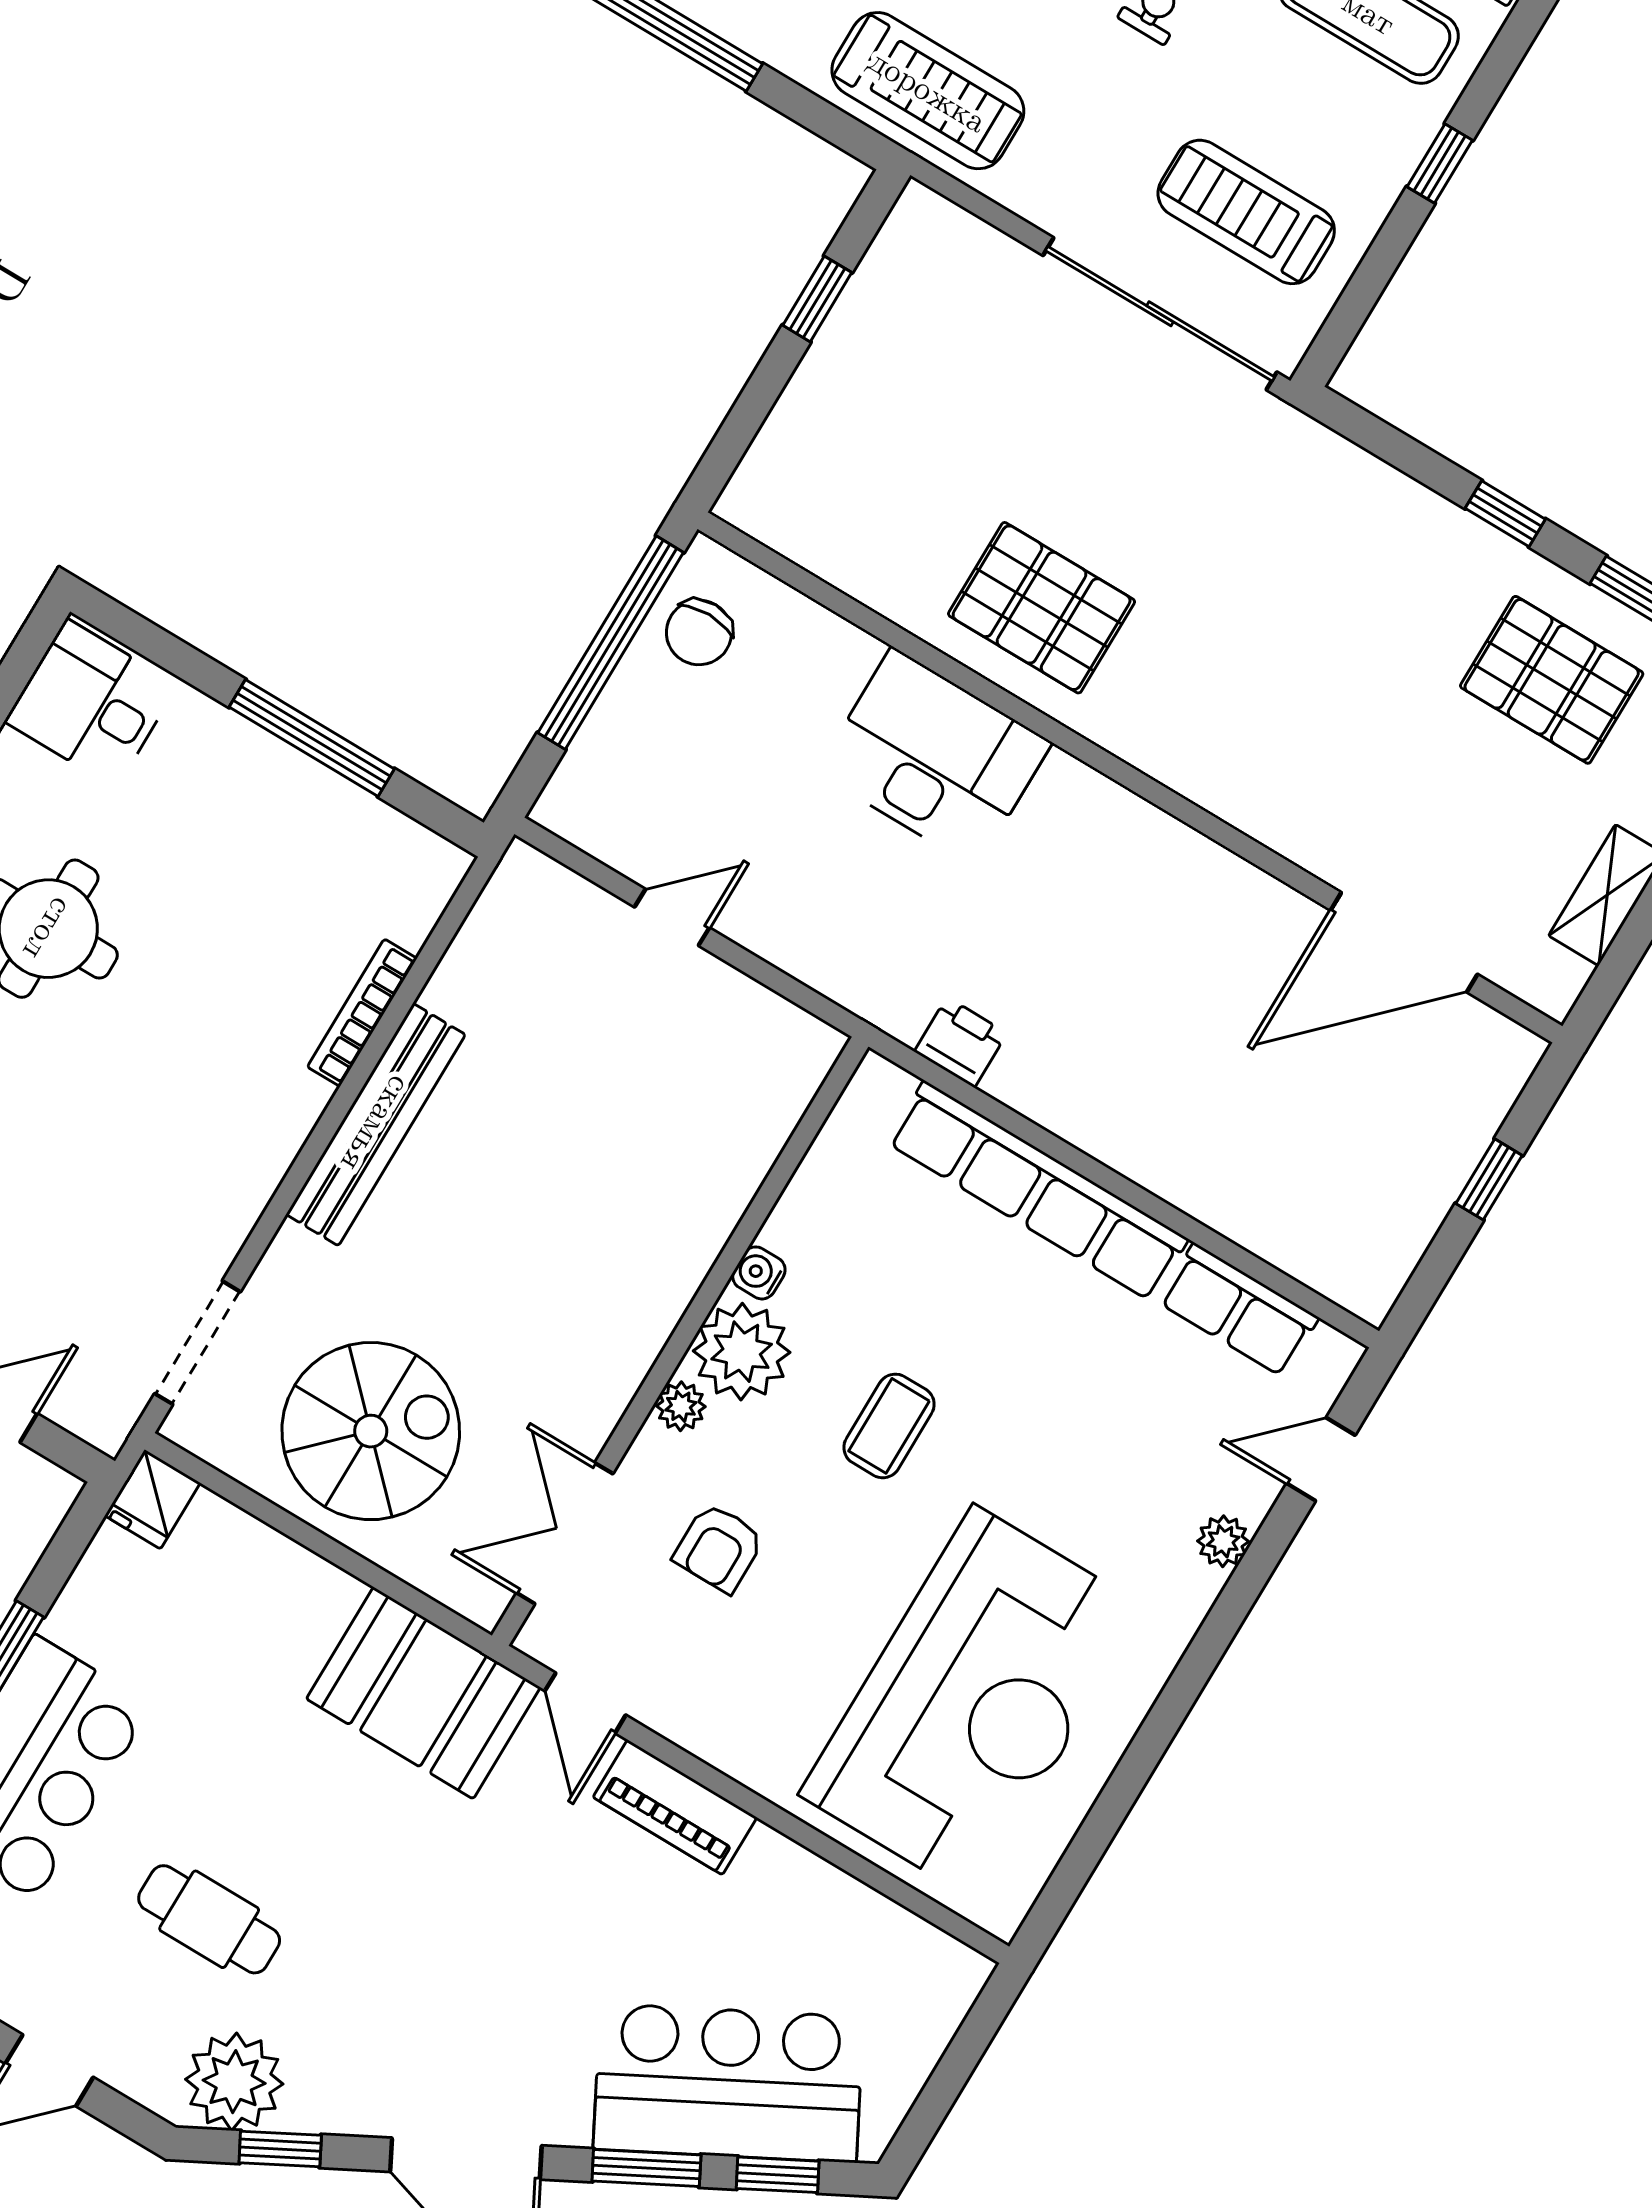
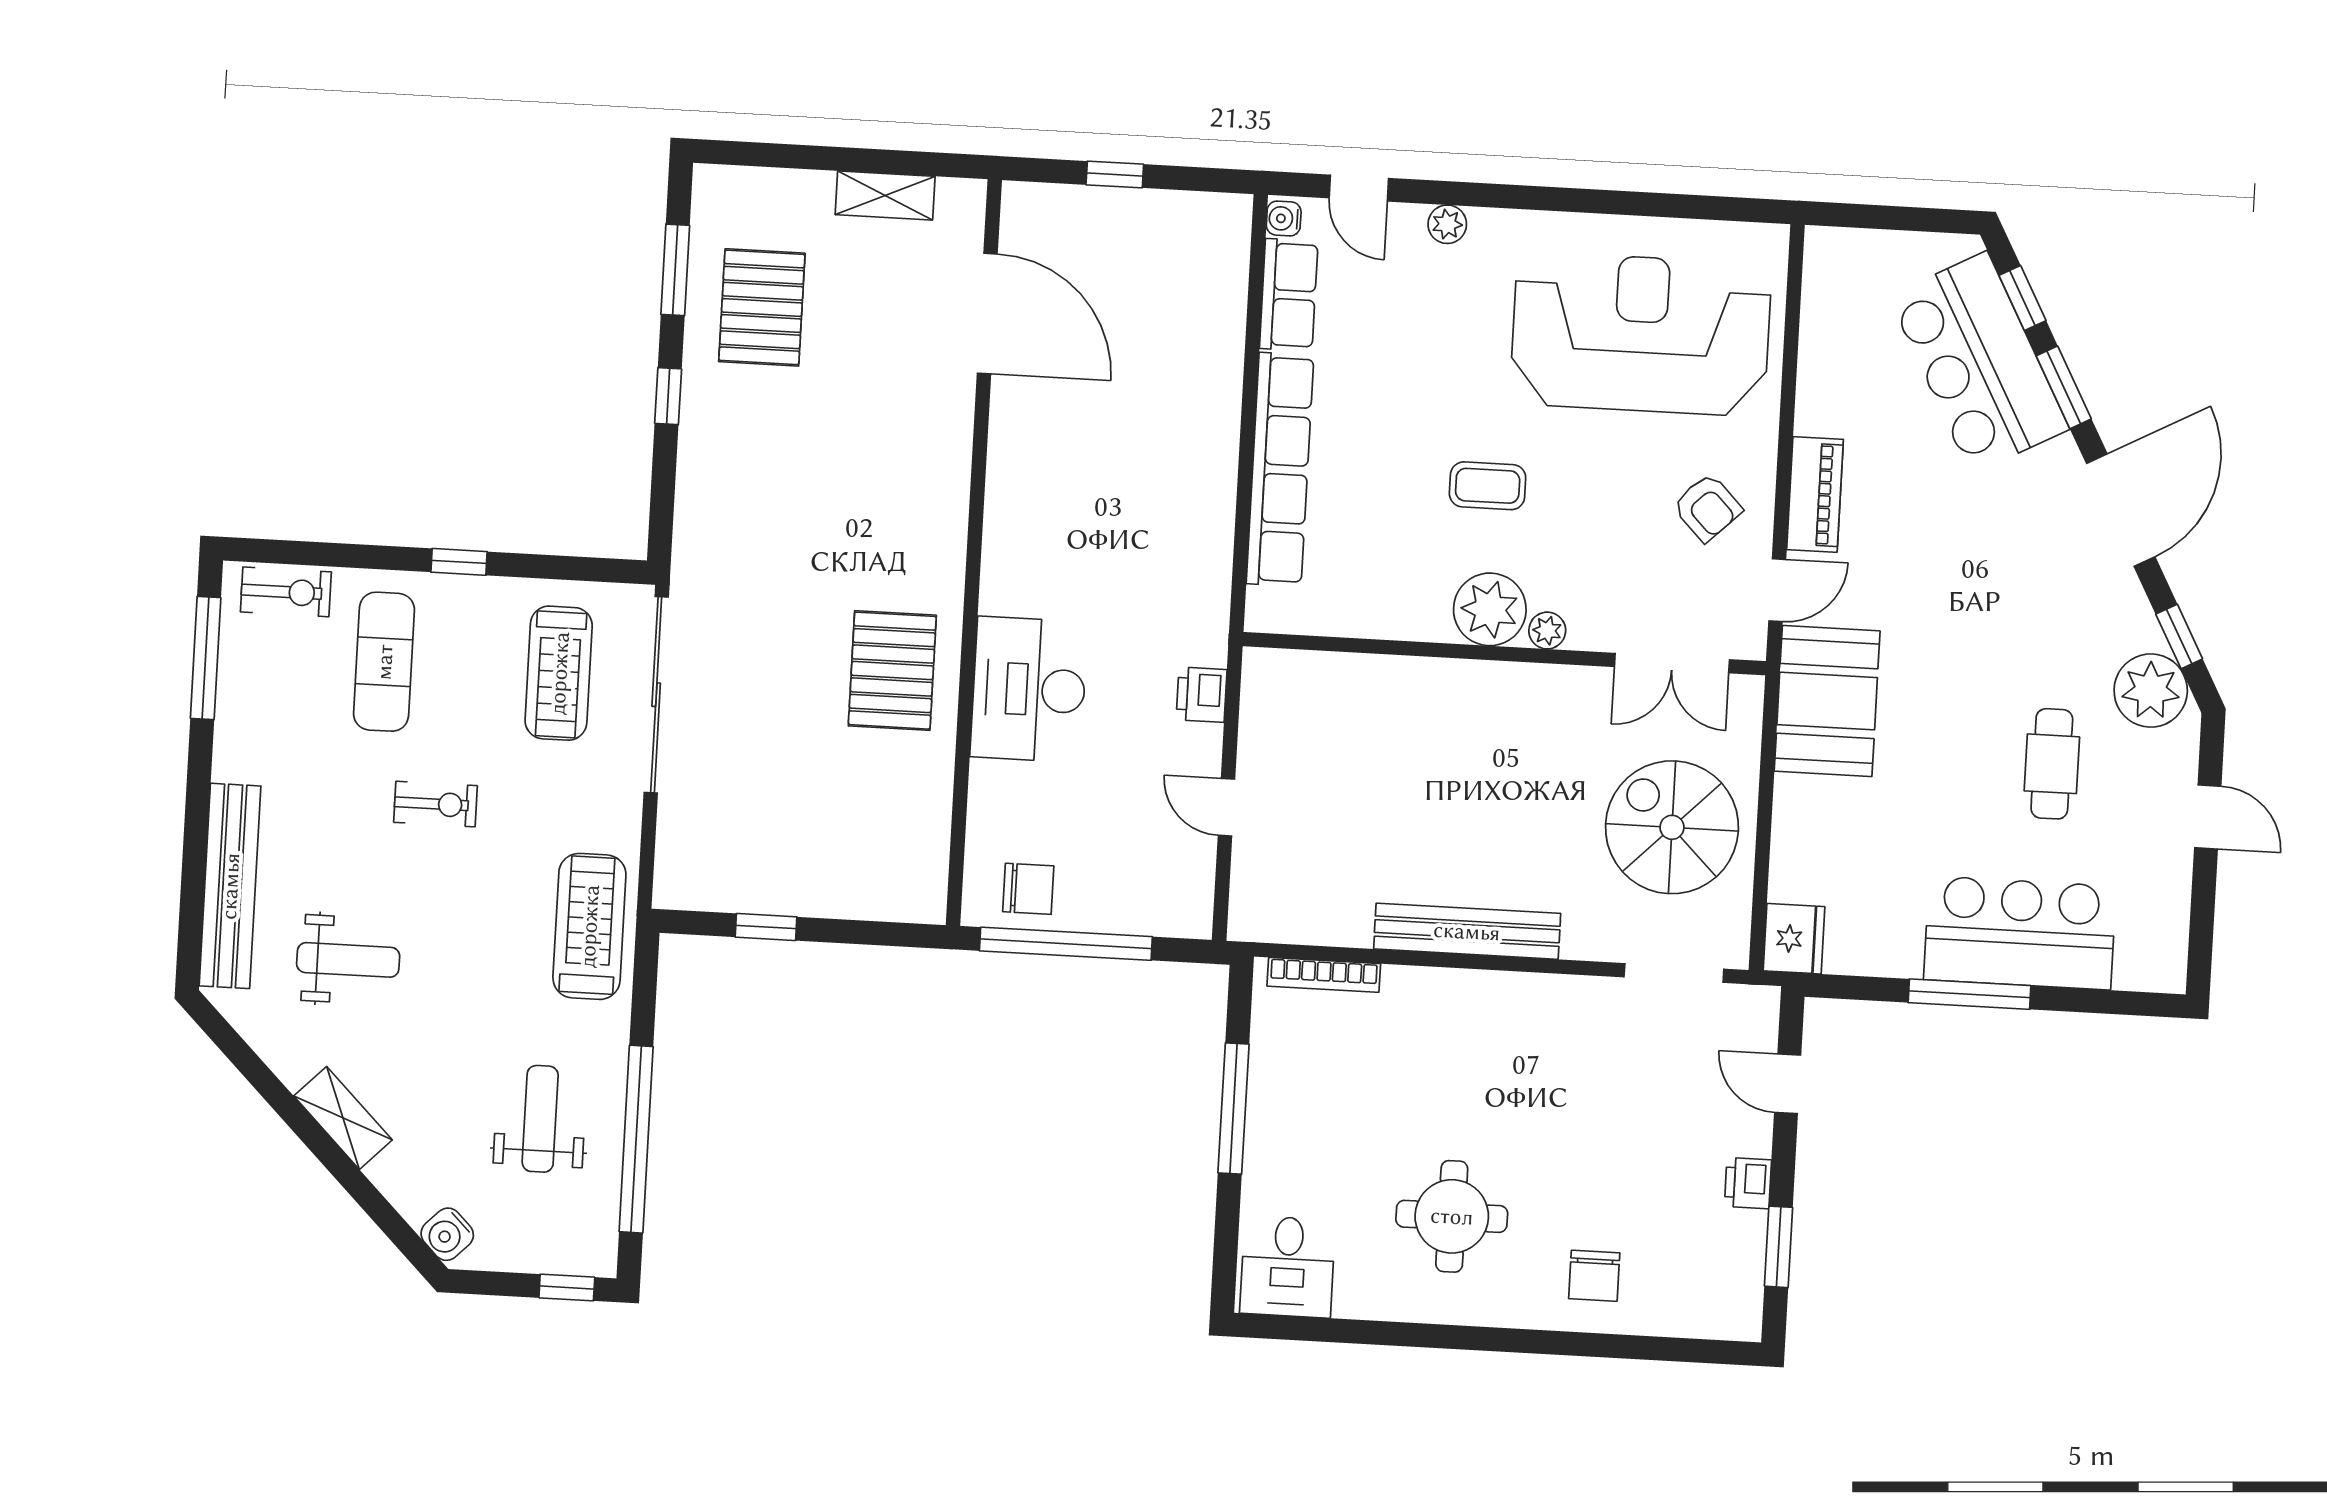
bookcase: (362, 1013) -> (1324, 975), moved
printer: (961, 1042) -> (1202, 695), moved
water cooler: (759, 1273) -> (1284, 218), moved, turned 90
fridge: (152, 1499) -> (1794, 939), width x1.38
armchair: (719, 1548) -> (1707, 508), moved, turned 46

